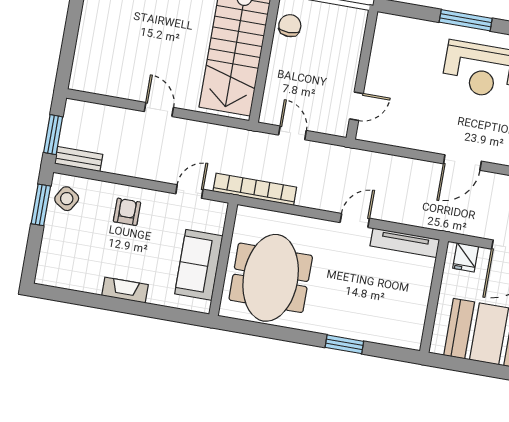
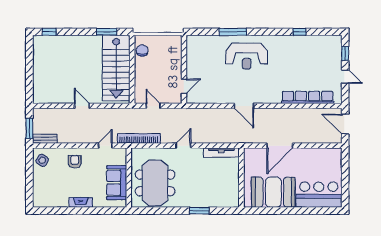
door: (462, 162) -> (244, 106), hinge flipped
window: (41, 205) -> (29, 166), removed
door: (355, 220) -> (183, 146), moved
fridge: (466, 257) -> (254, 155), removed

